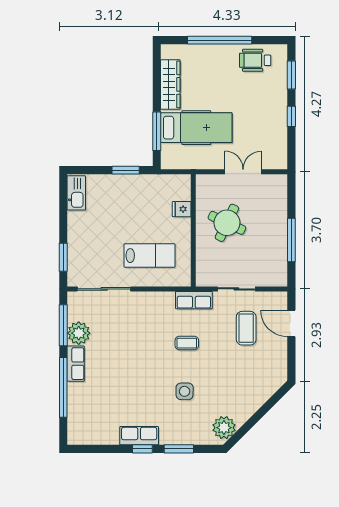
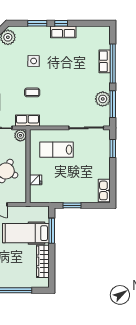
plant: (205, 277) -> (20, 135), added
row of seats: (76, 364) -> (105, 61), moved

